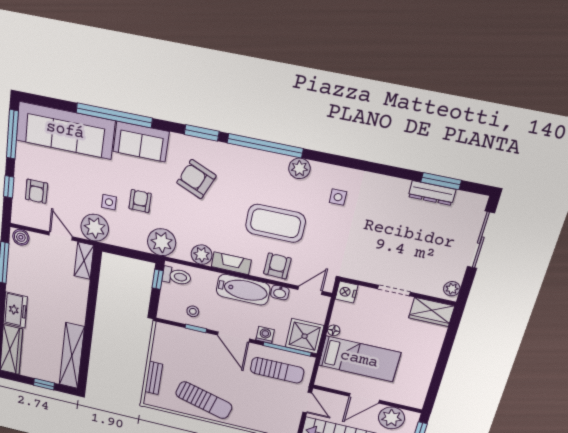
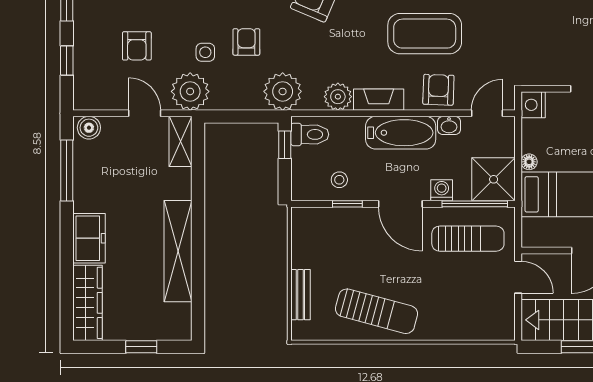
armchair: (36, 191) -> (137, 46), moved
shelving: (72, 356) -> (178, 251), moved

